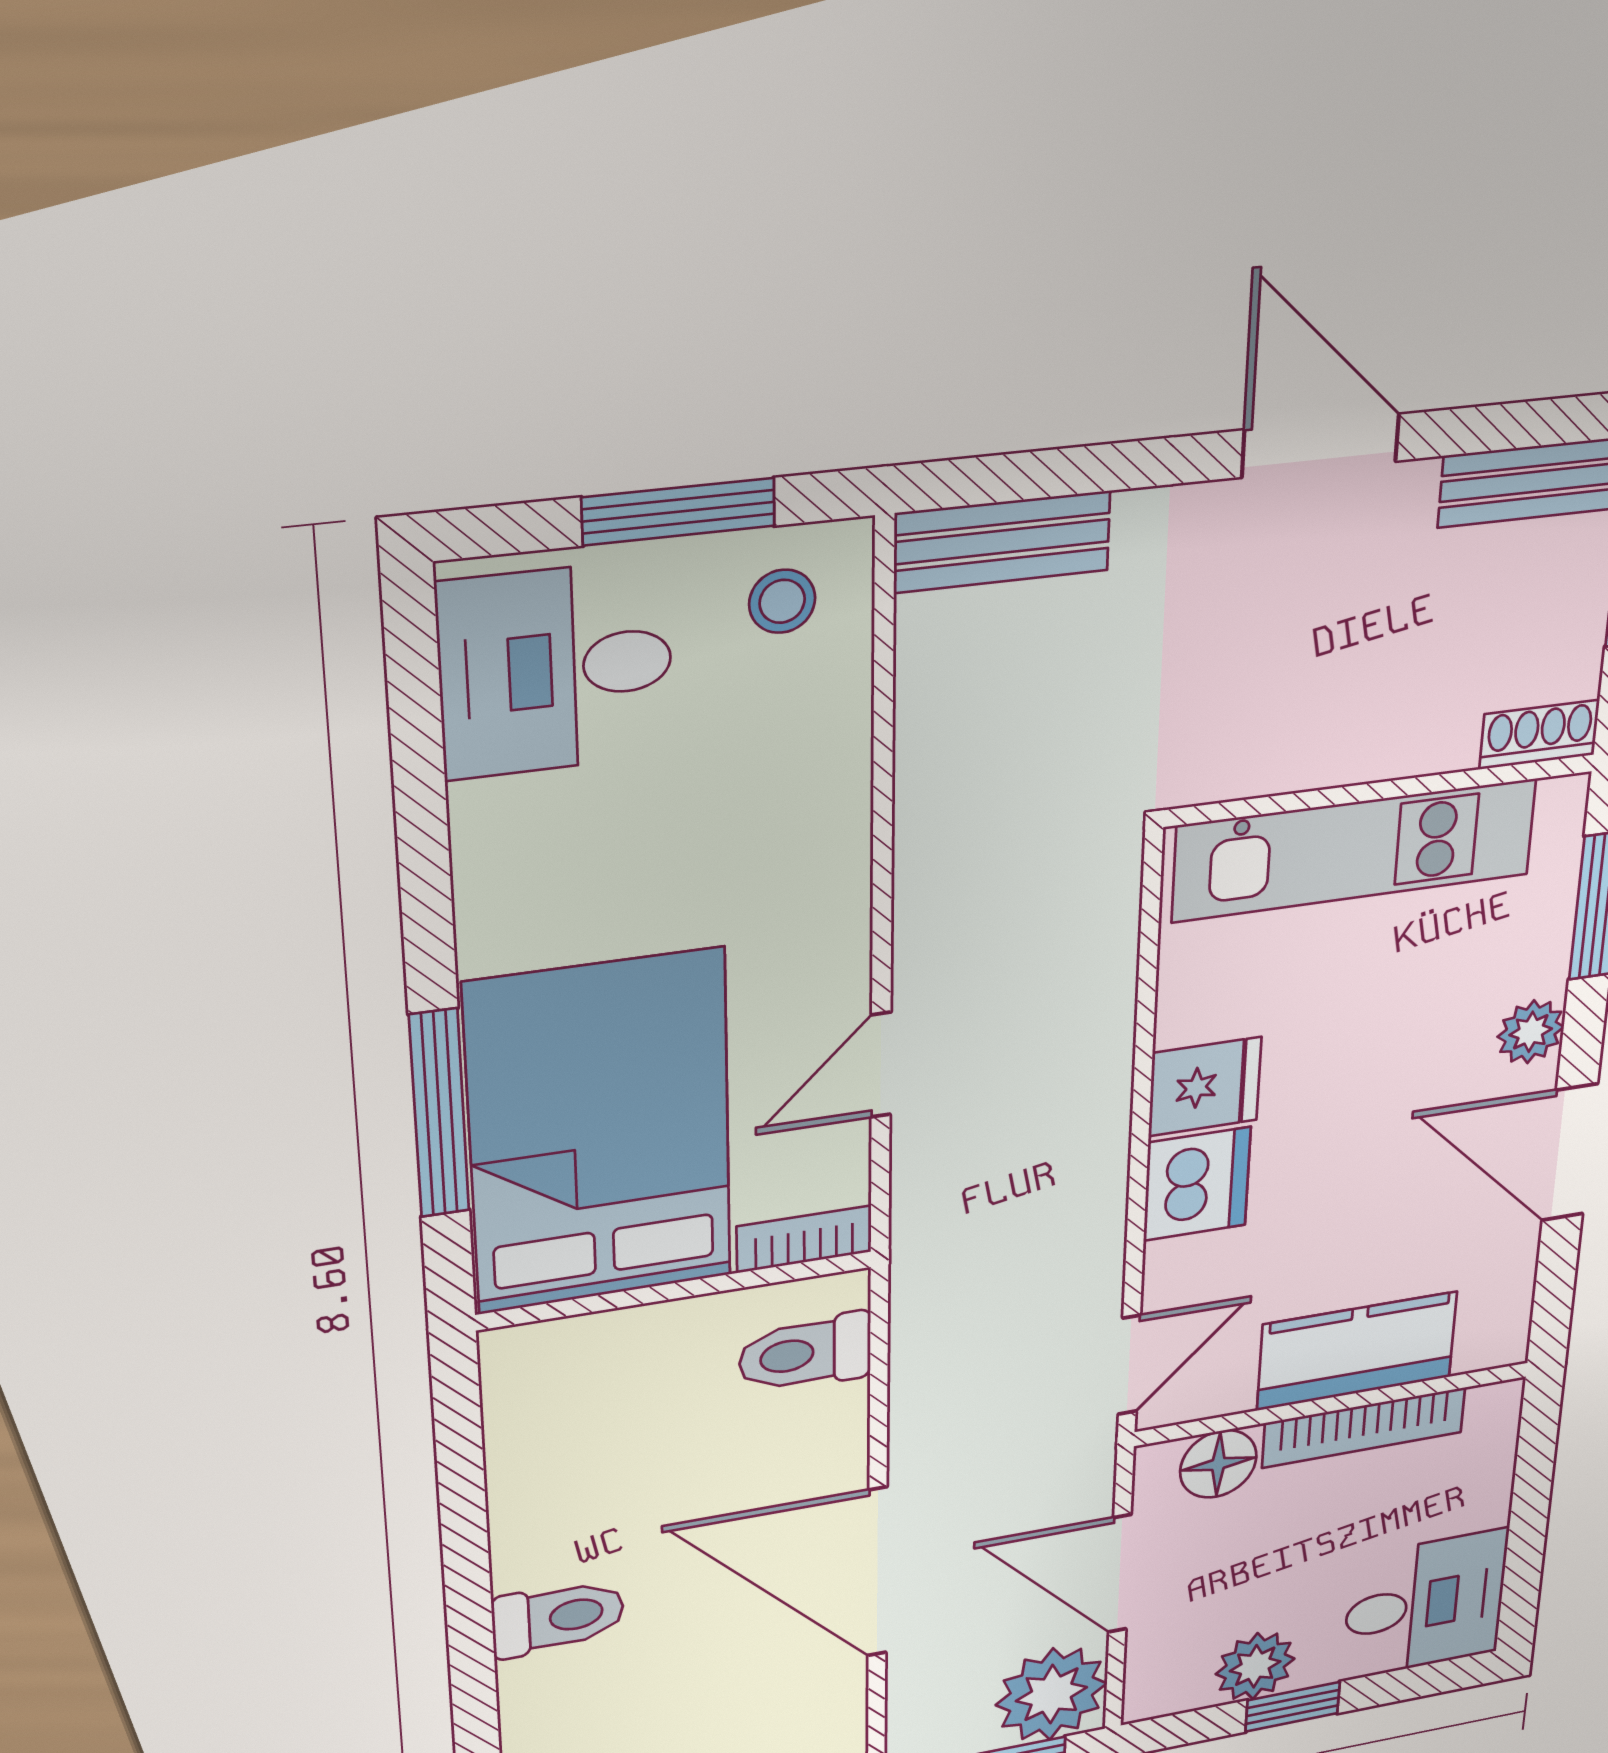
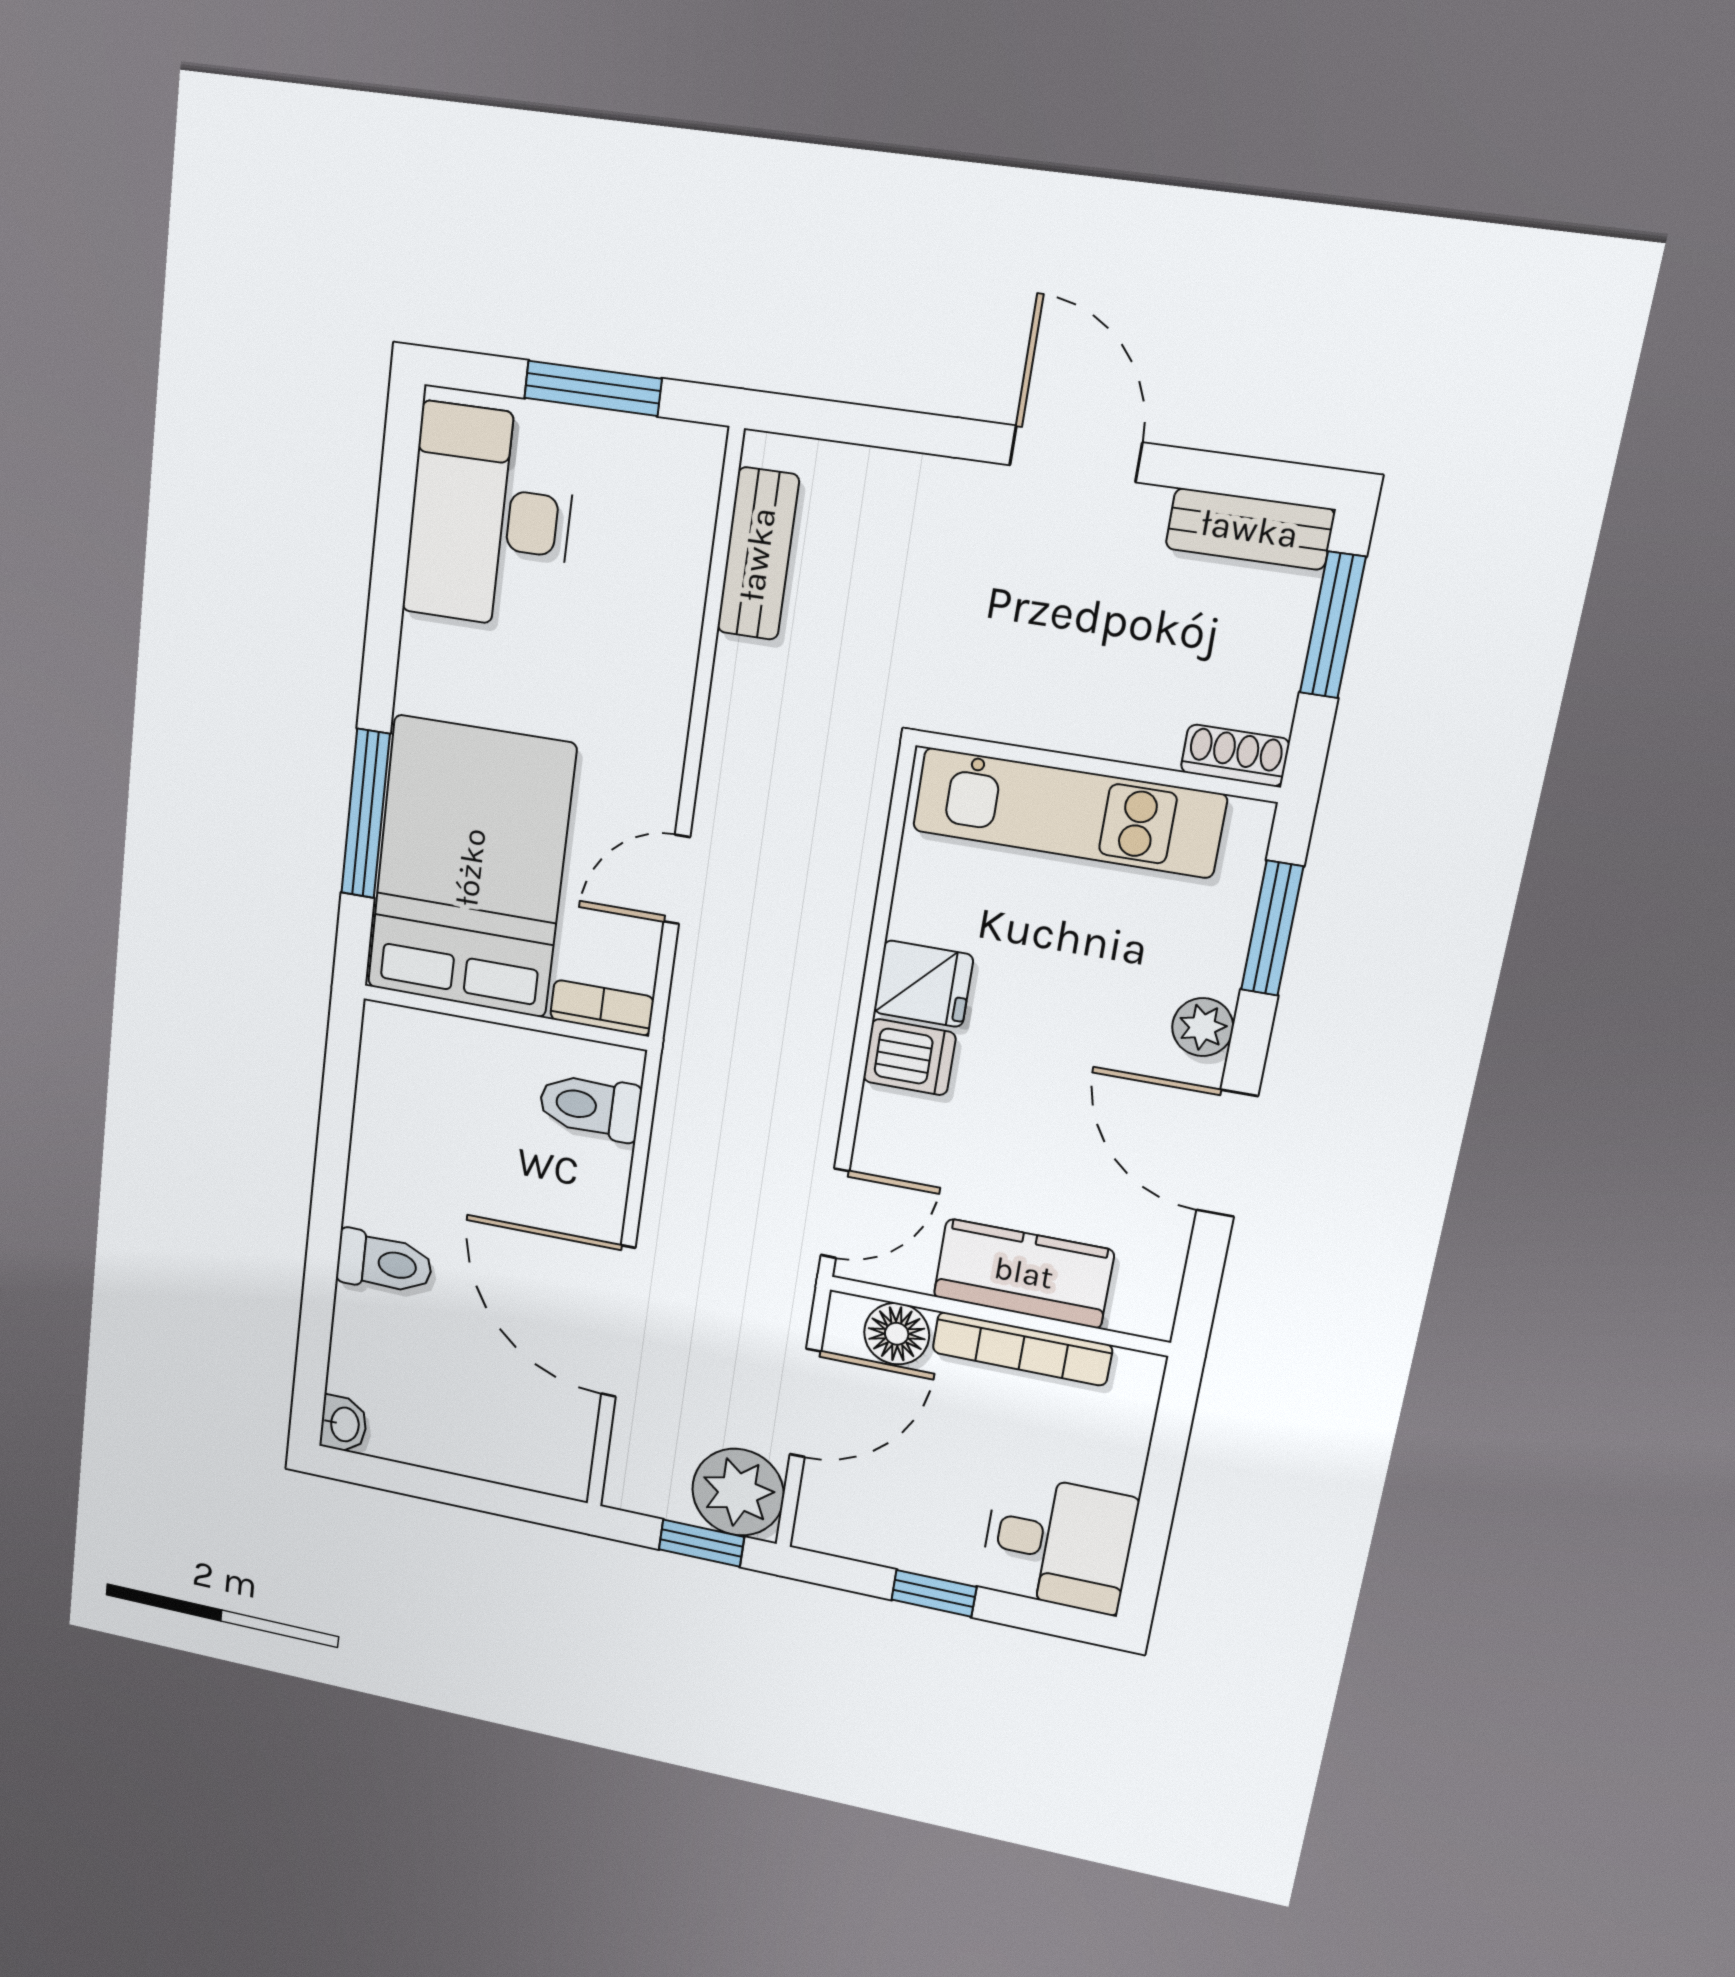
bench: (1002, 542) -> (758, 554), moved, turned 90
stool: (782, 601) -> (655, 477), removed
desk: (556, 670) -> (490, 517), width x1.37
dishwasher: (1197, 1184) -> (909, 1057), width x0.73
door: (1120, 1574) -> (805, 1403), swing flipped
plant: (1255, 1666) -> (906, 1540), removed

